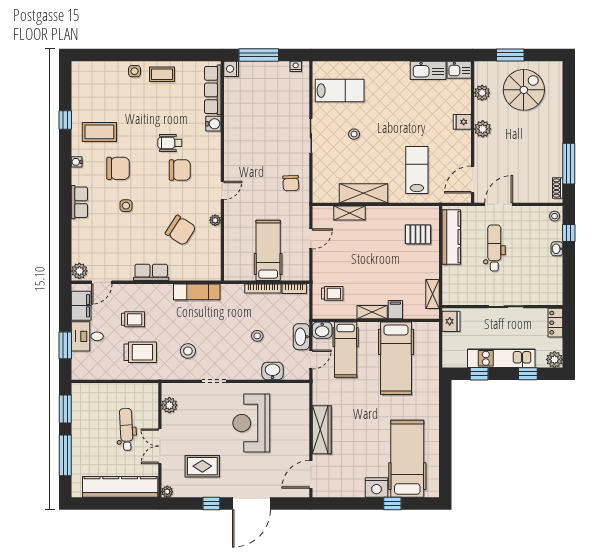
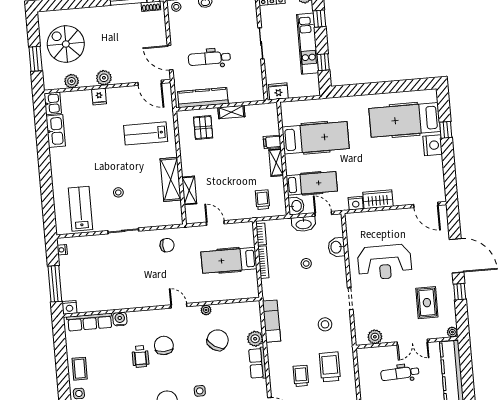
plant: (179, 272) -> (255, 339), added
shelving: (433, 294) -> (231, 112), moved
nightstand: (320, 397) -> (356, 203), added
wardrobe: (322, 430) -> (378, 199), width x0.67

